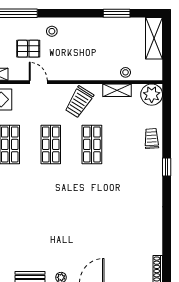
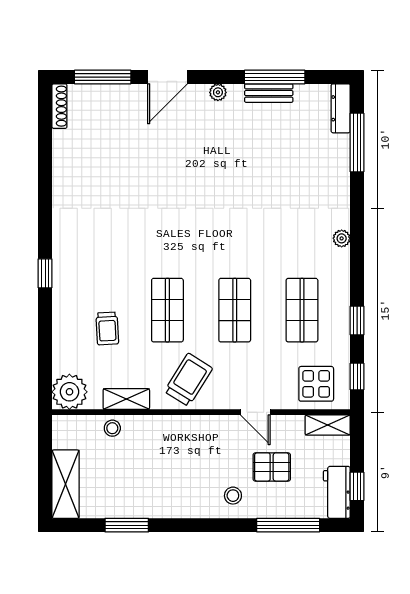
trolley: (152, 139) -> (107, 328), moved

